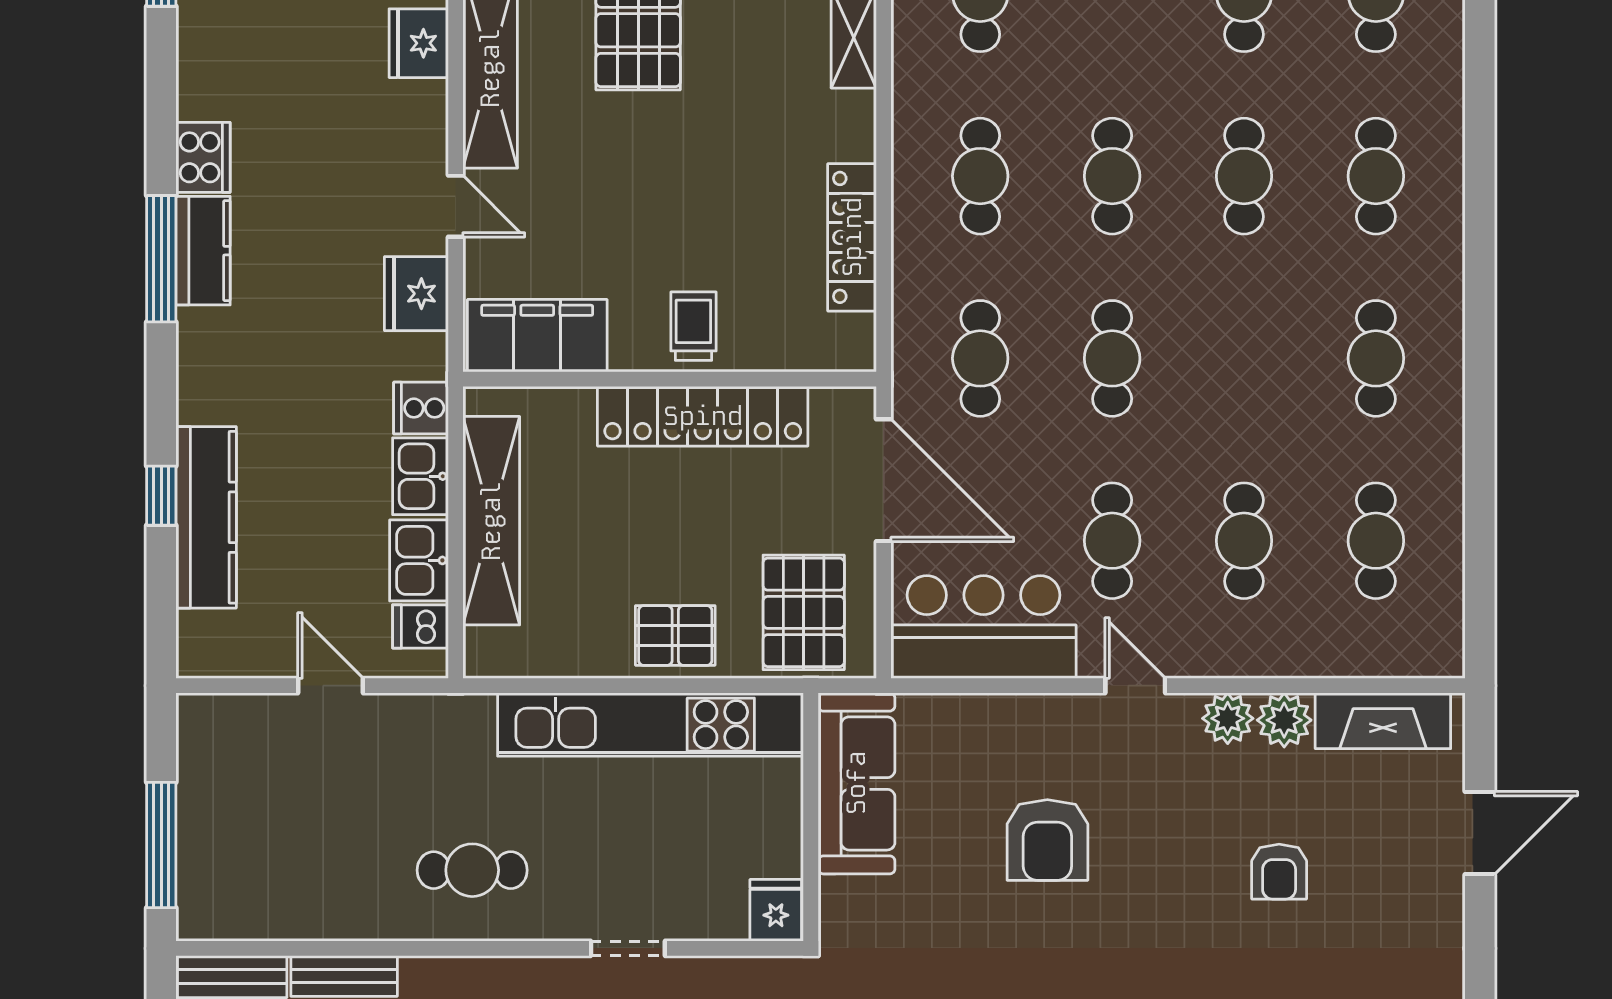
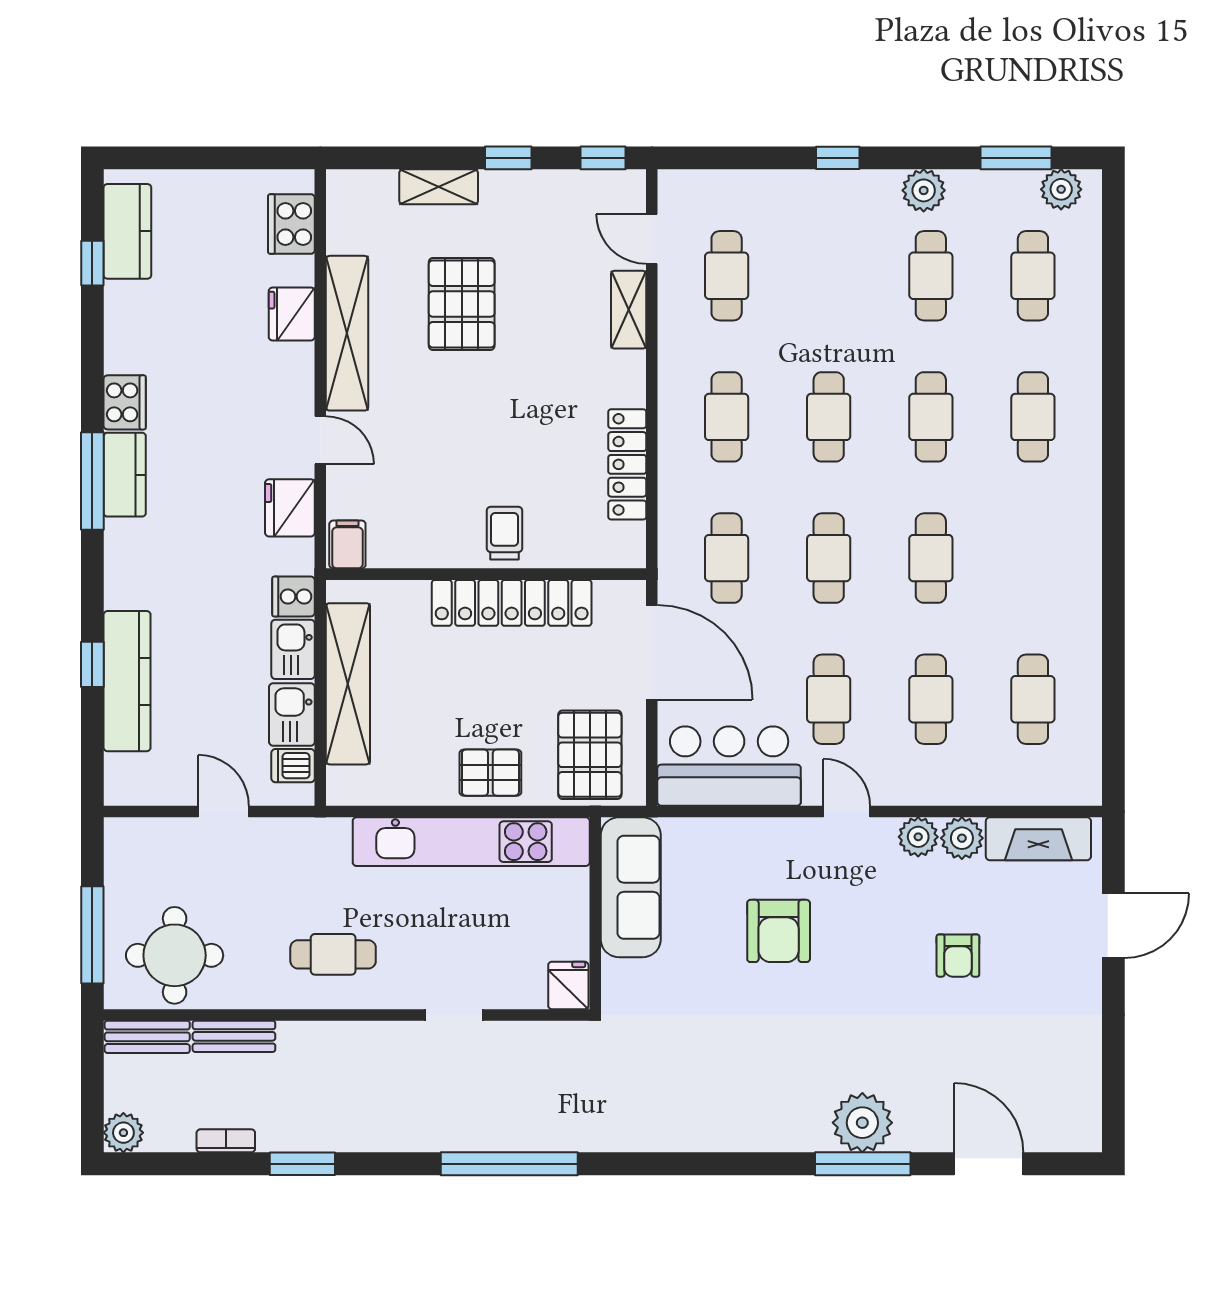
filing cabinet: (537, 336) -> (347, 544), width x0.33, depth x0.86
cafe table: (1376, 358) -> (931, 558), moved
round table: (267, 871) -> (175, 955), added

